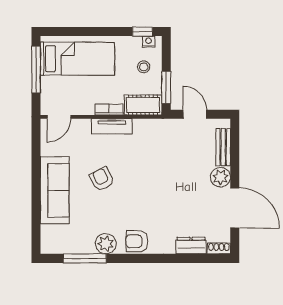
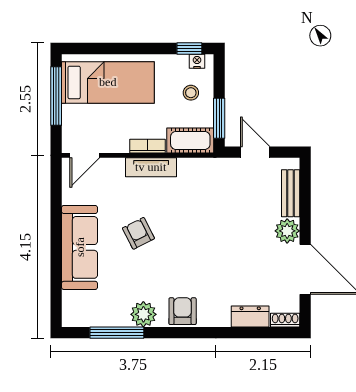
armchair: (137, 241) -> (183, 311), turned 90

